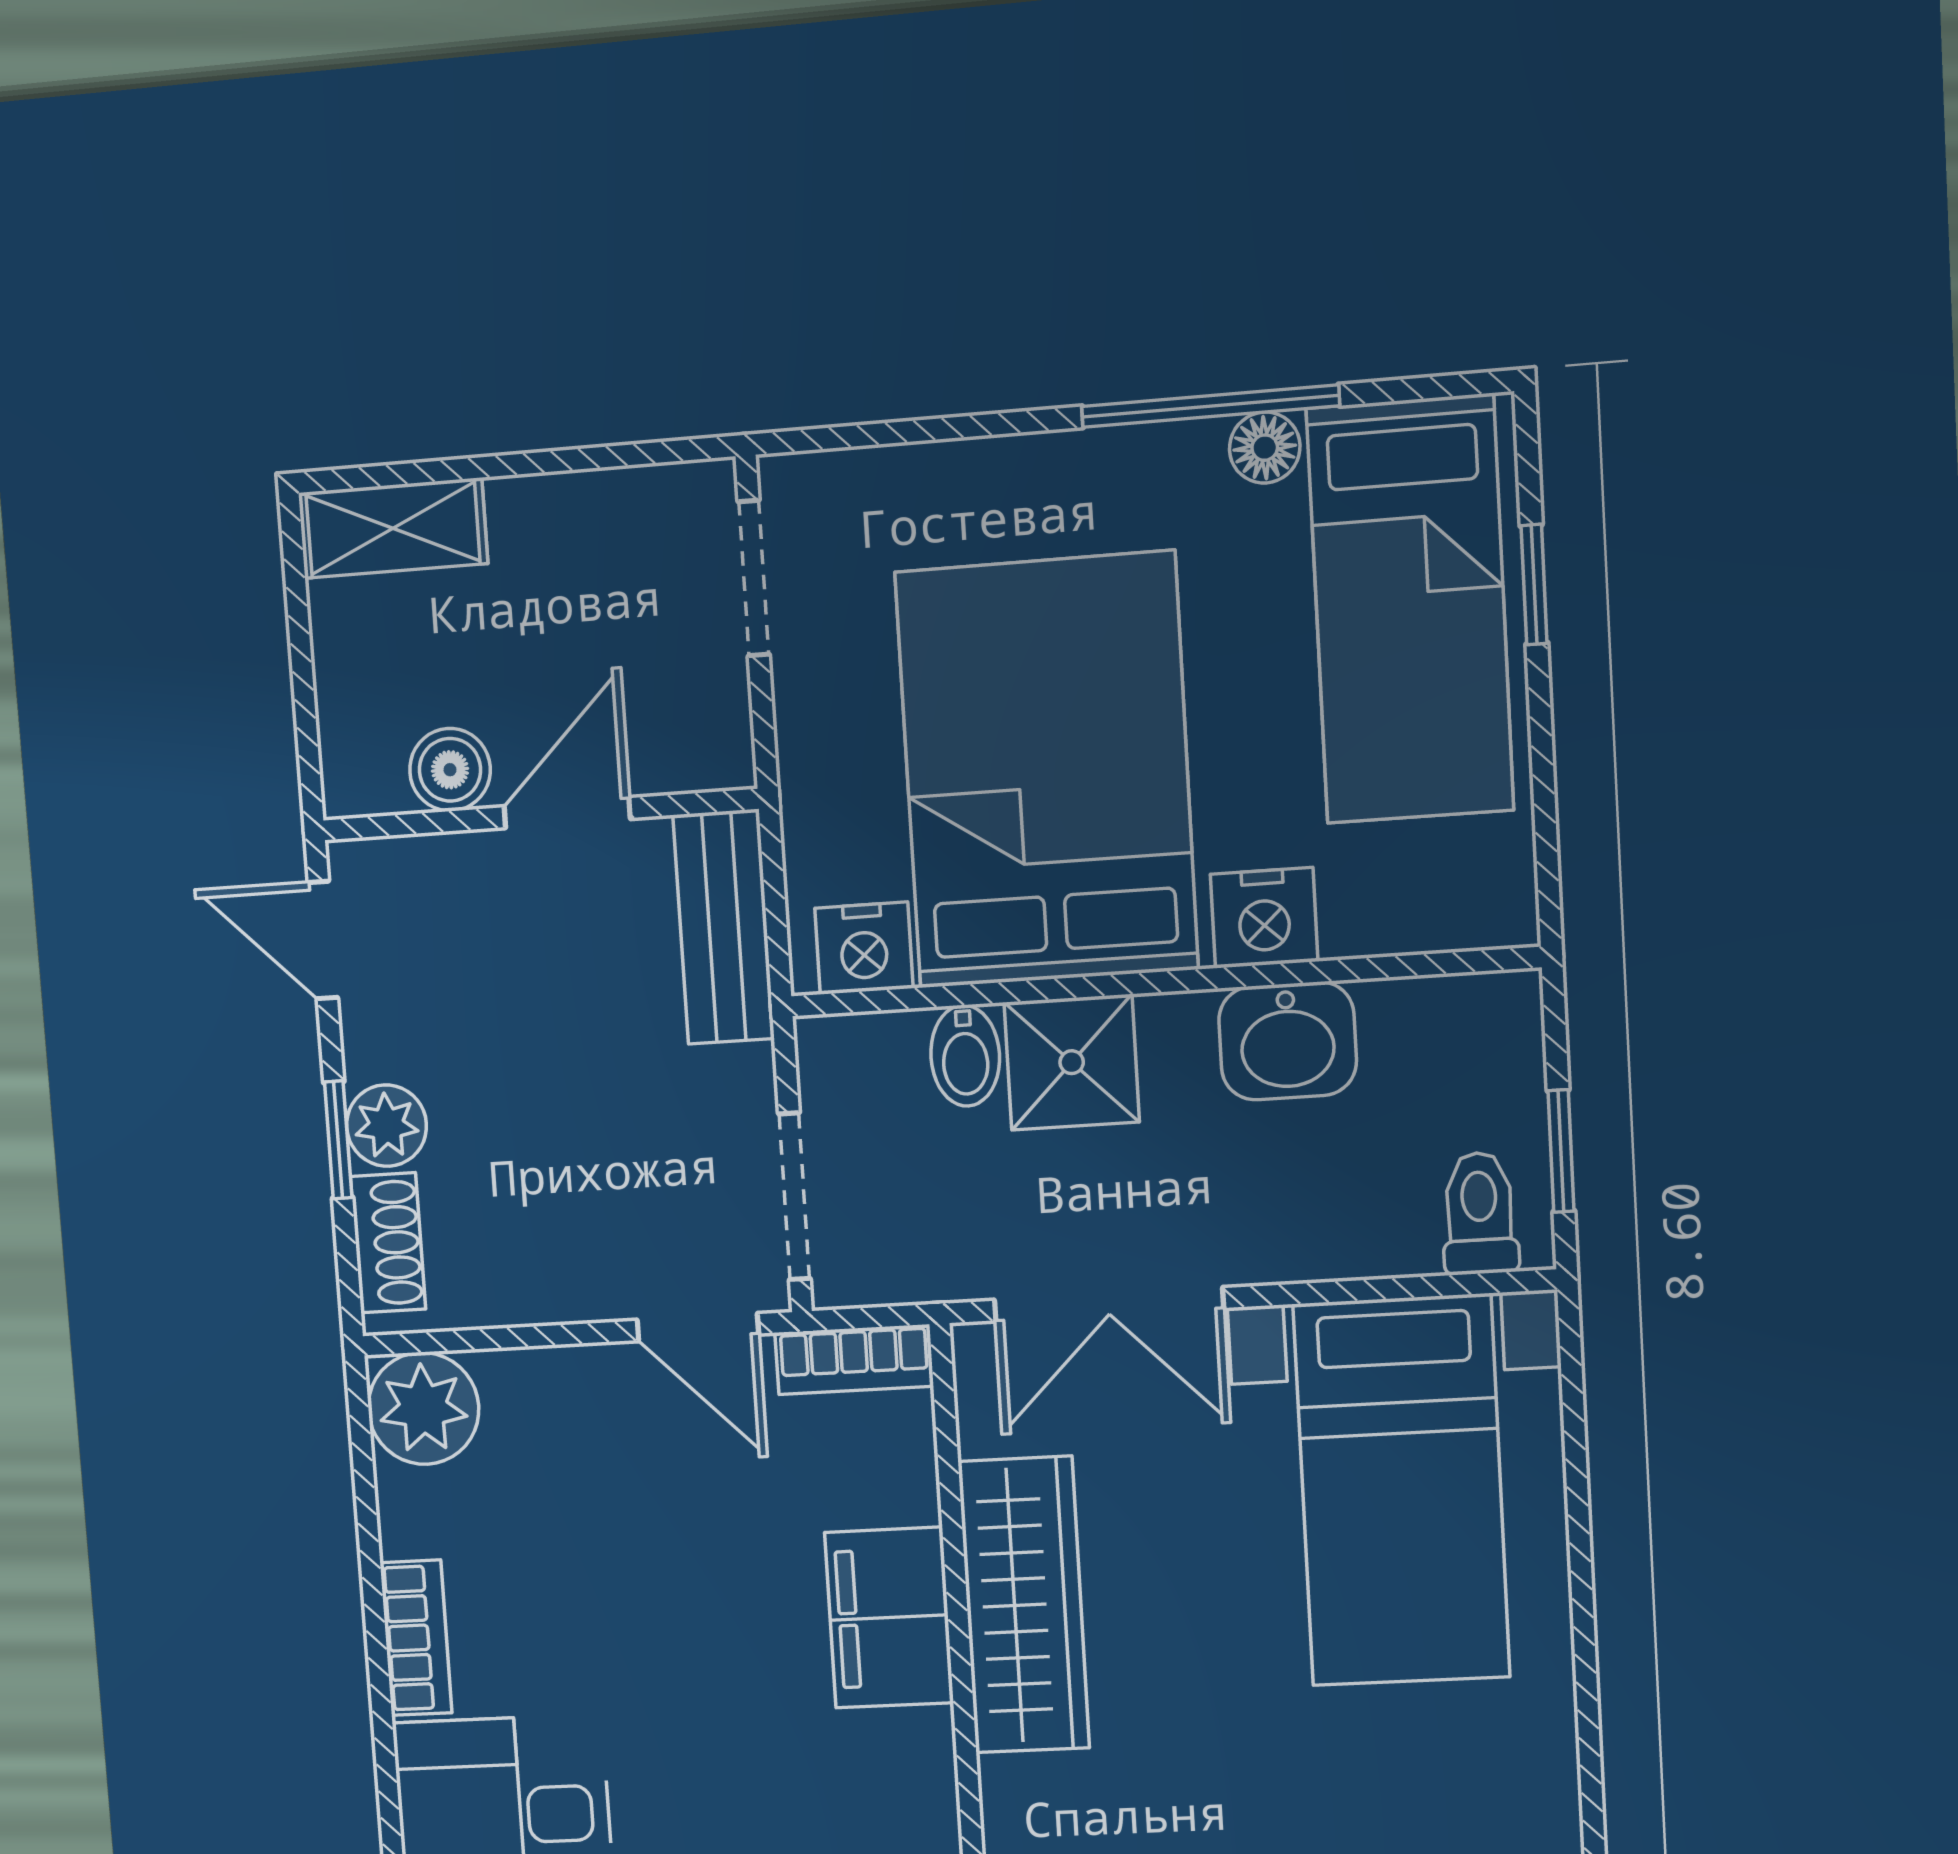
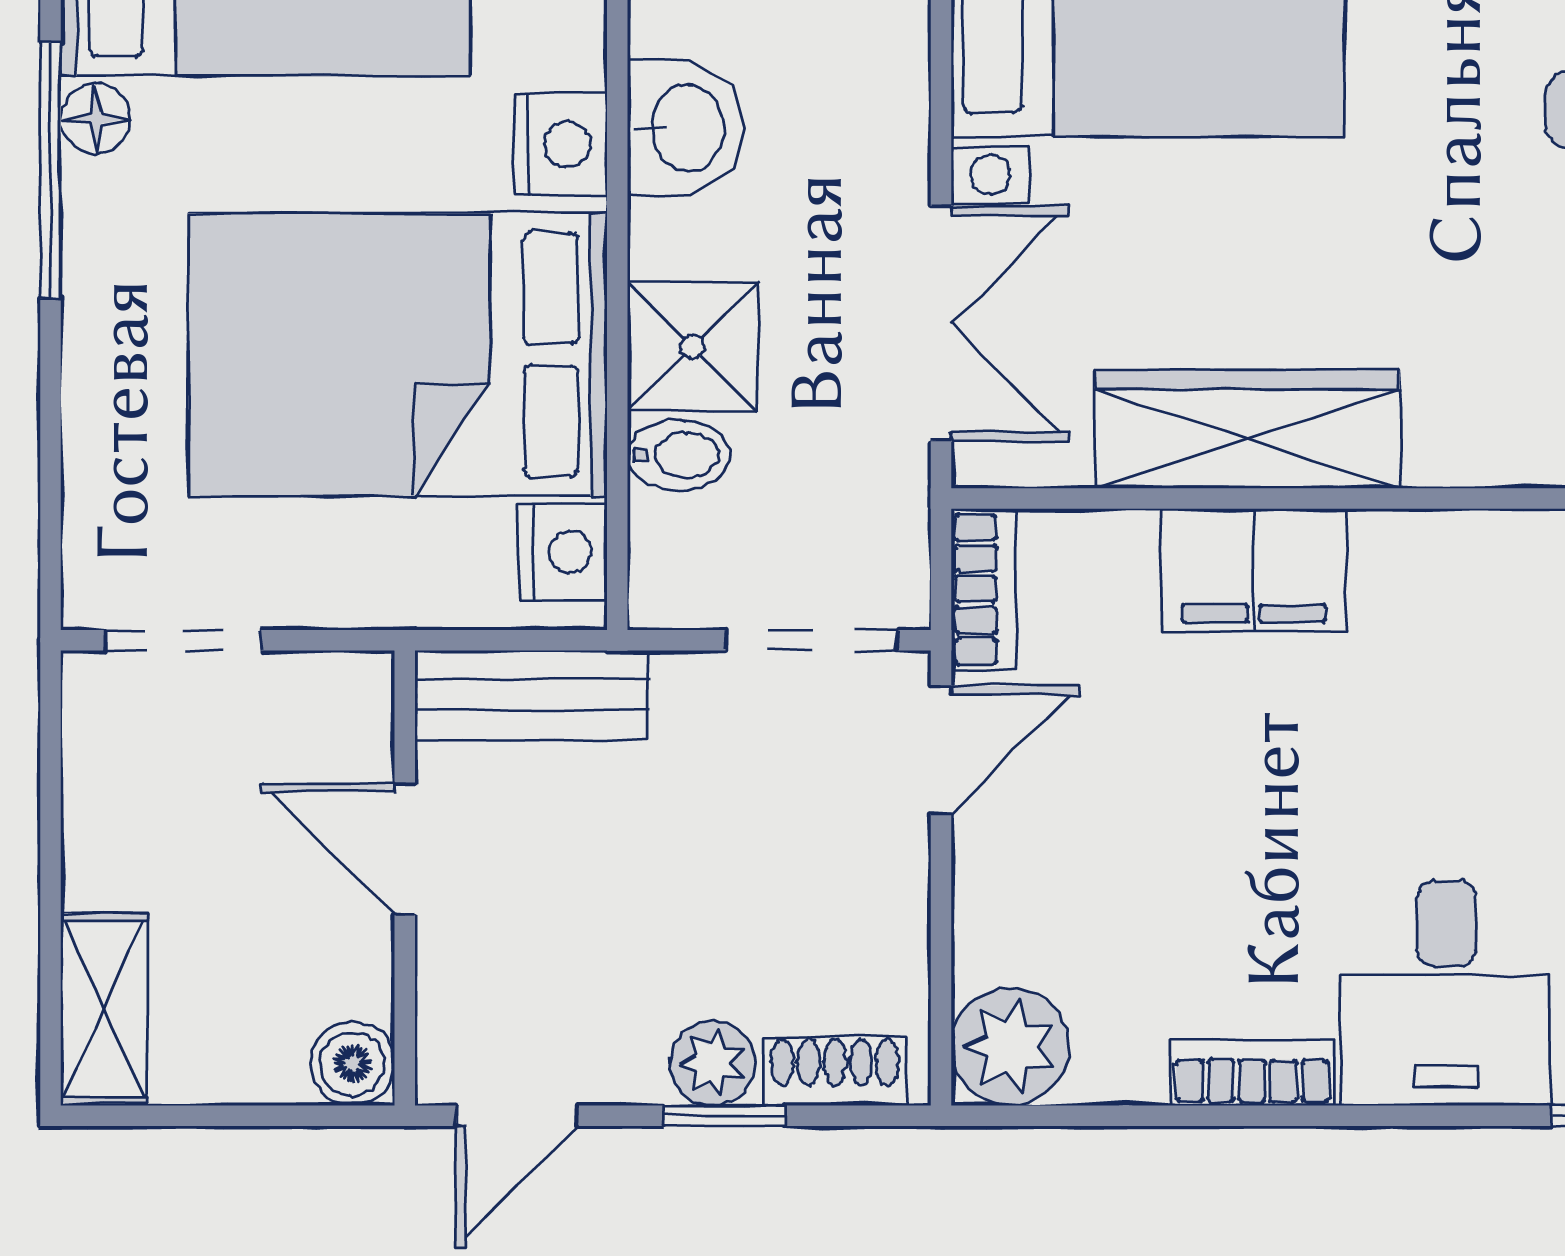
boiler: (450, 770) -> (352, 1064), moved

